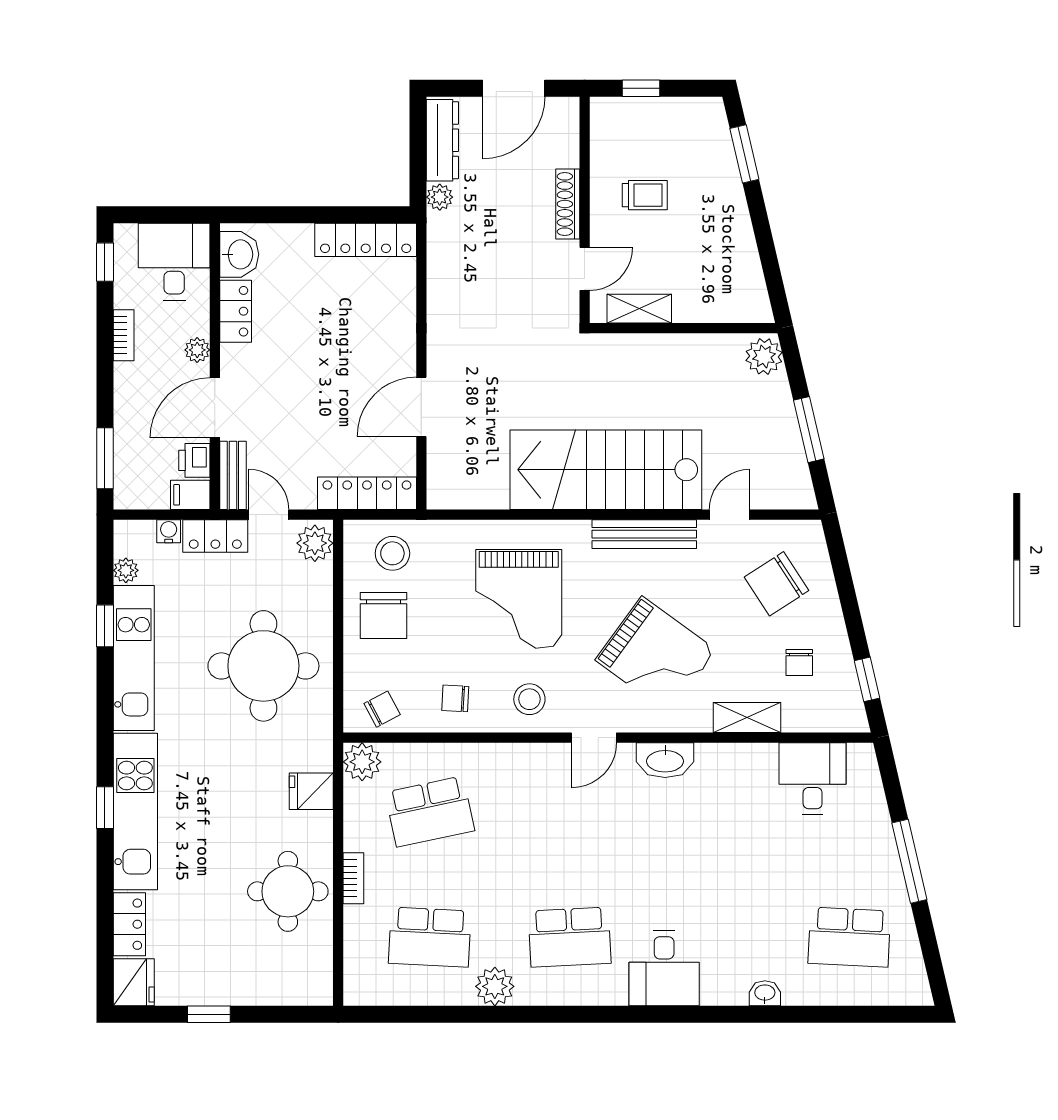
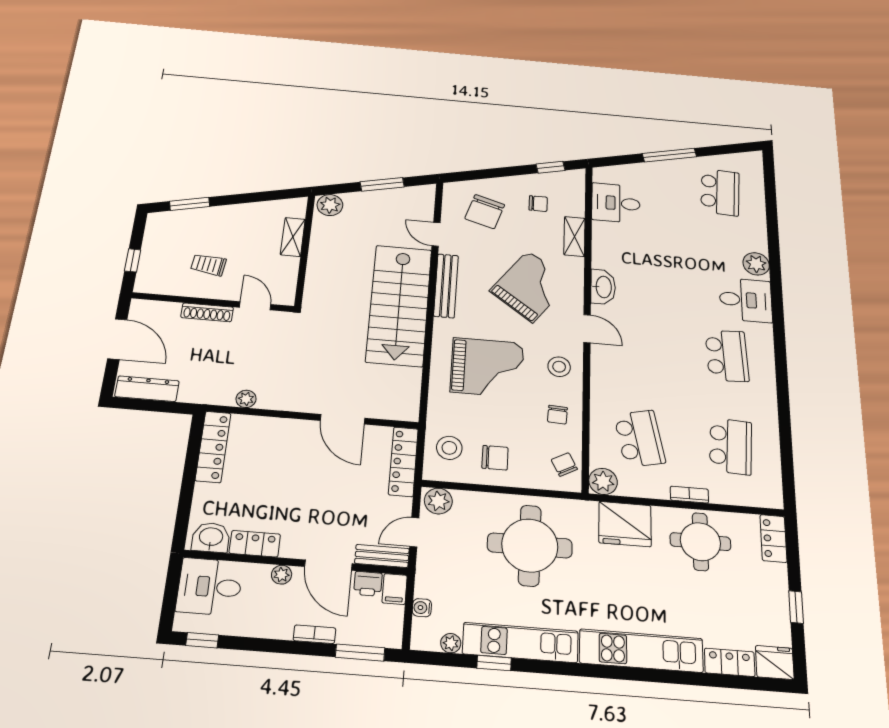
trolley: (645, 195) -> (208, 265), turned -83
plant: (440, 197) -> (246, 399), moved
shelving: (639, 309) -> (293, 237), moved
bookcase: (124, 335) -> (314, 634), moved
locker: (215, 536) -> (773, 538), moved, turned 180
chair: (777, 584) -> (485, 212), turned 50
chair: (384, 616) -> (495, 458), width x0.73, depth x0.73
fridge: (311, 791) -> (625, 524), width x1.88, depth x1.34
window: (105, 808) -> (638, 674), removed
plant: (495, 986) -> (756, 264), moved
washbasin: (765, 993) -> (760, 243), removed

